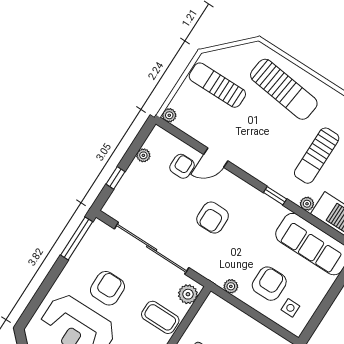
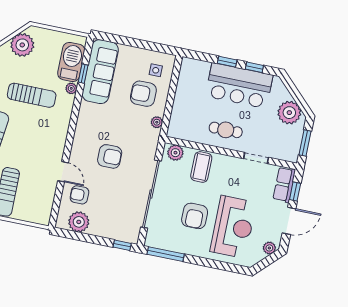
plant: (169, 115) -> (44, 220), removed
plant: (143, 155) -> (79, 222), width x1.88, depth x1.88
window: (115, 178) -> (122, 245), moved
window: (275, 196) -> (83, 74), moved
armchair: (107, 288) -> (195, 216), turned -90

